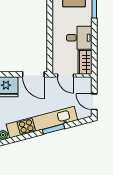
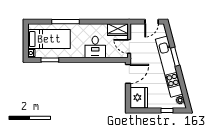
desk: (79, 38) -> (95, 47), moved, turned 180
door: (65, 76) -> (129, 46), swing flipped

